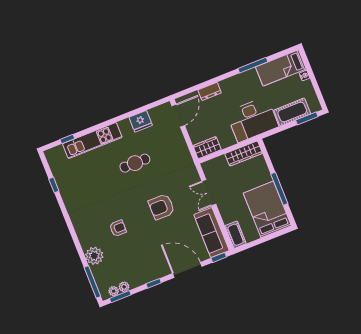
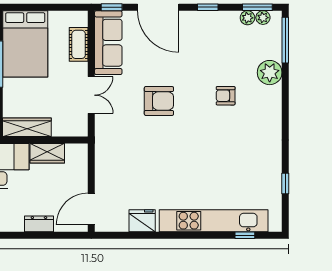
kitchen unit: (92, 141) -> (214, 221), width x1.36
wardrobe: (207, 148) -> (47, 153), moved
cafe table: (135, 163) -> (171, 170), removed
cot: (236, 235) -> (79, 44), moved

